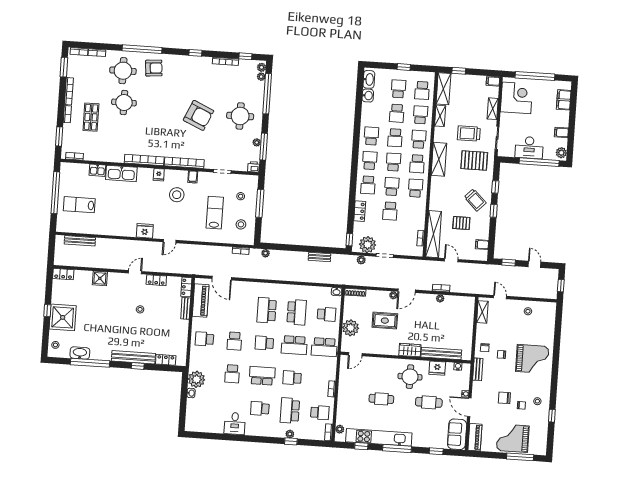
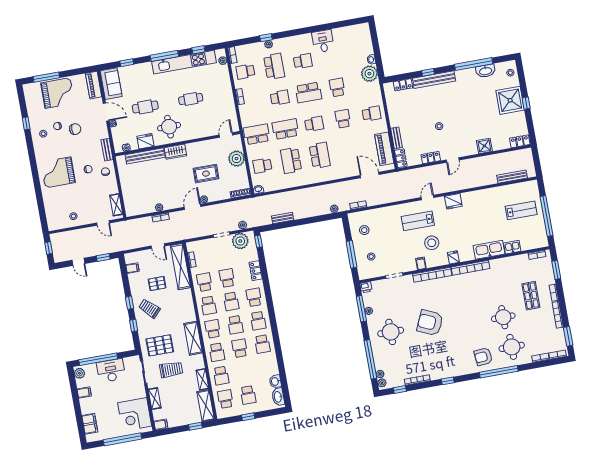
school desk: (397, 113) -> (204, 282), moved
lab bench: (215, 213) -> (418, 221), moved, turned 90

